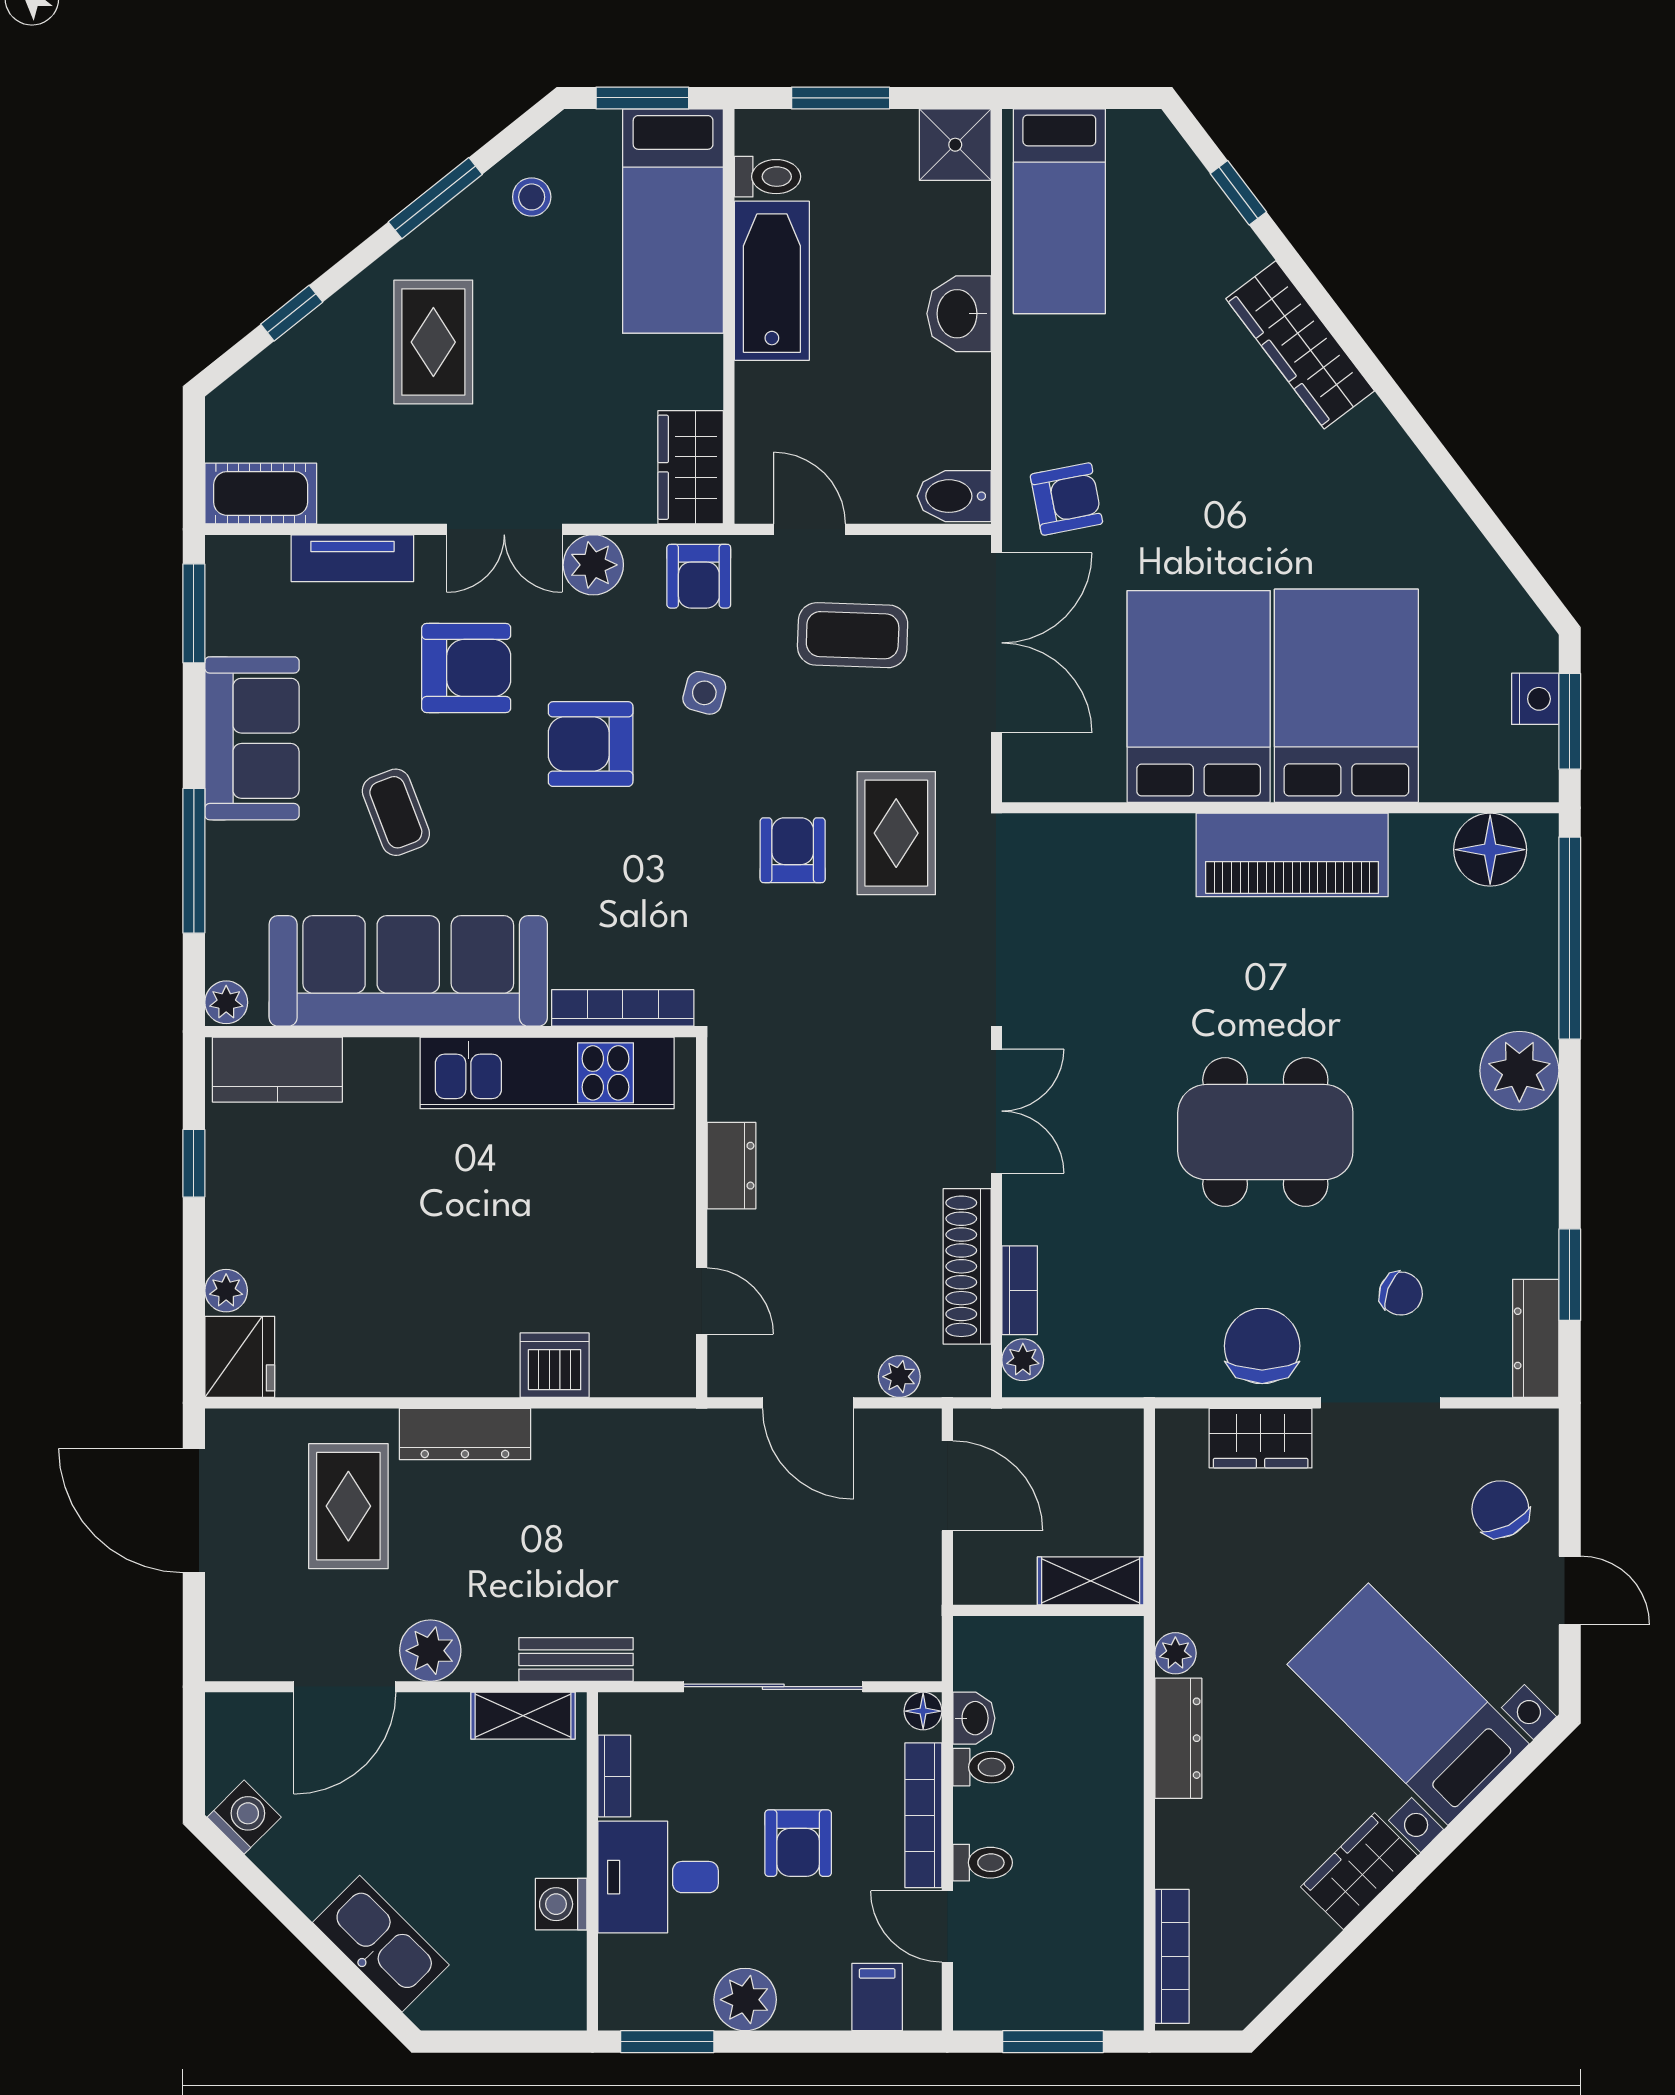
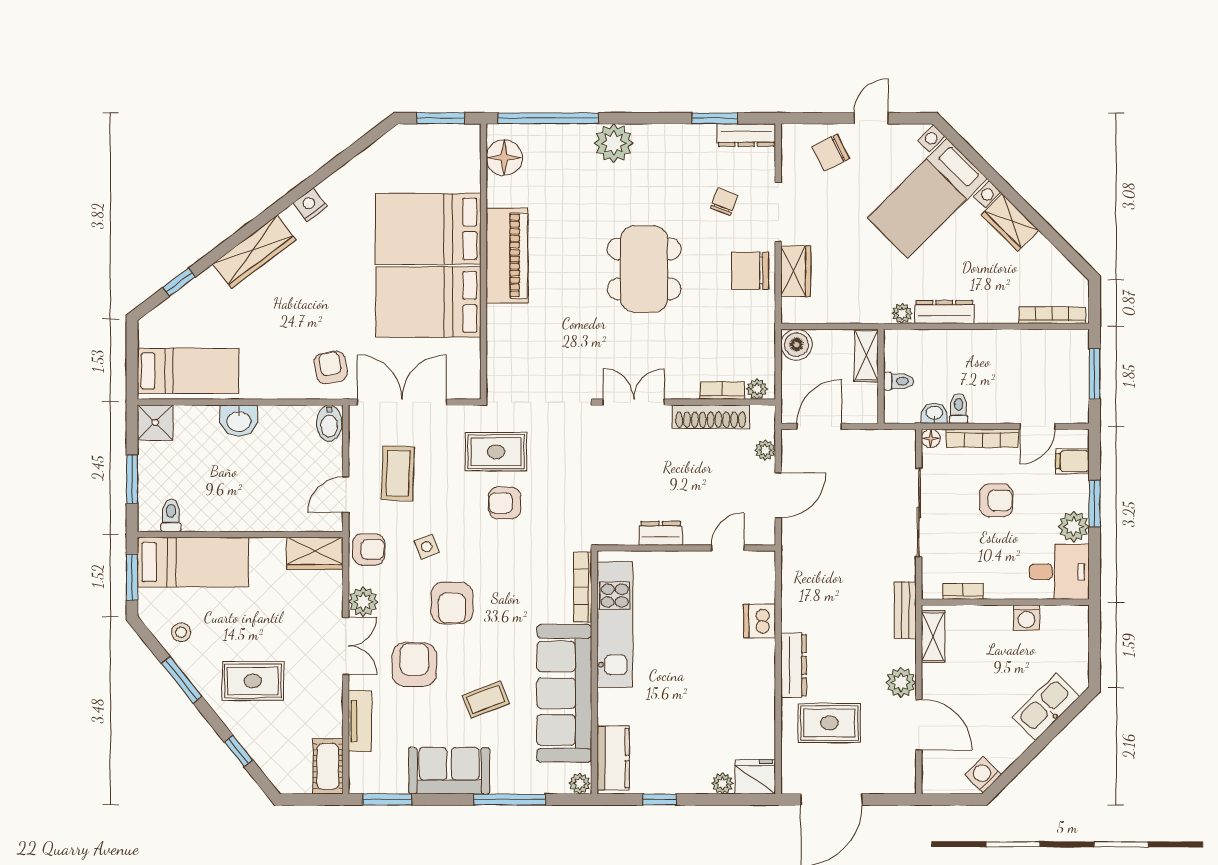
bathtub: (772, 281) -> (223, 513), removed
side table: (704, 693) -> (427, 547), turned -37
nightstand: (1535, 699) -> (310, 205), moved, turned -37
boiler: (1112, 1440) -> (796, 345), added
toilet: (983, 1863) -> (898, 381), moved, turned 90
desk: (658, 1877) -> (1059, 572), moved, turned -90
window: (667, 2042) -> (1094, 504), moved

